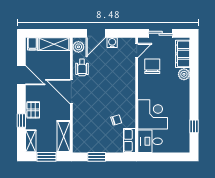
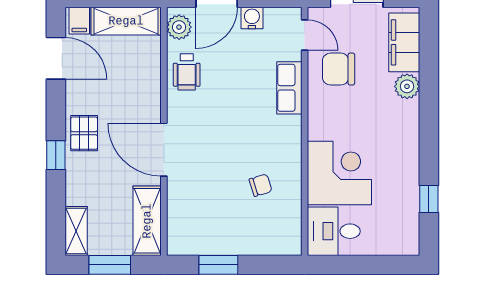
door: (137, 51) -> (305, 35), hinge flipped
chair: (152, 66) -> (339, 69), turned -90
door: (21, 75) -> (56, 58), moved
door: (71, 92) -> (164, 150), moved
pallet: (33, 110) -> (84, 133), moved
window: (21, 120) -> (56, 155), moved
row of seats: (129, 140) -> (289, 88), moved

